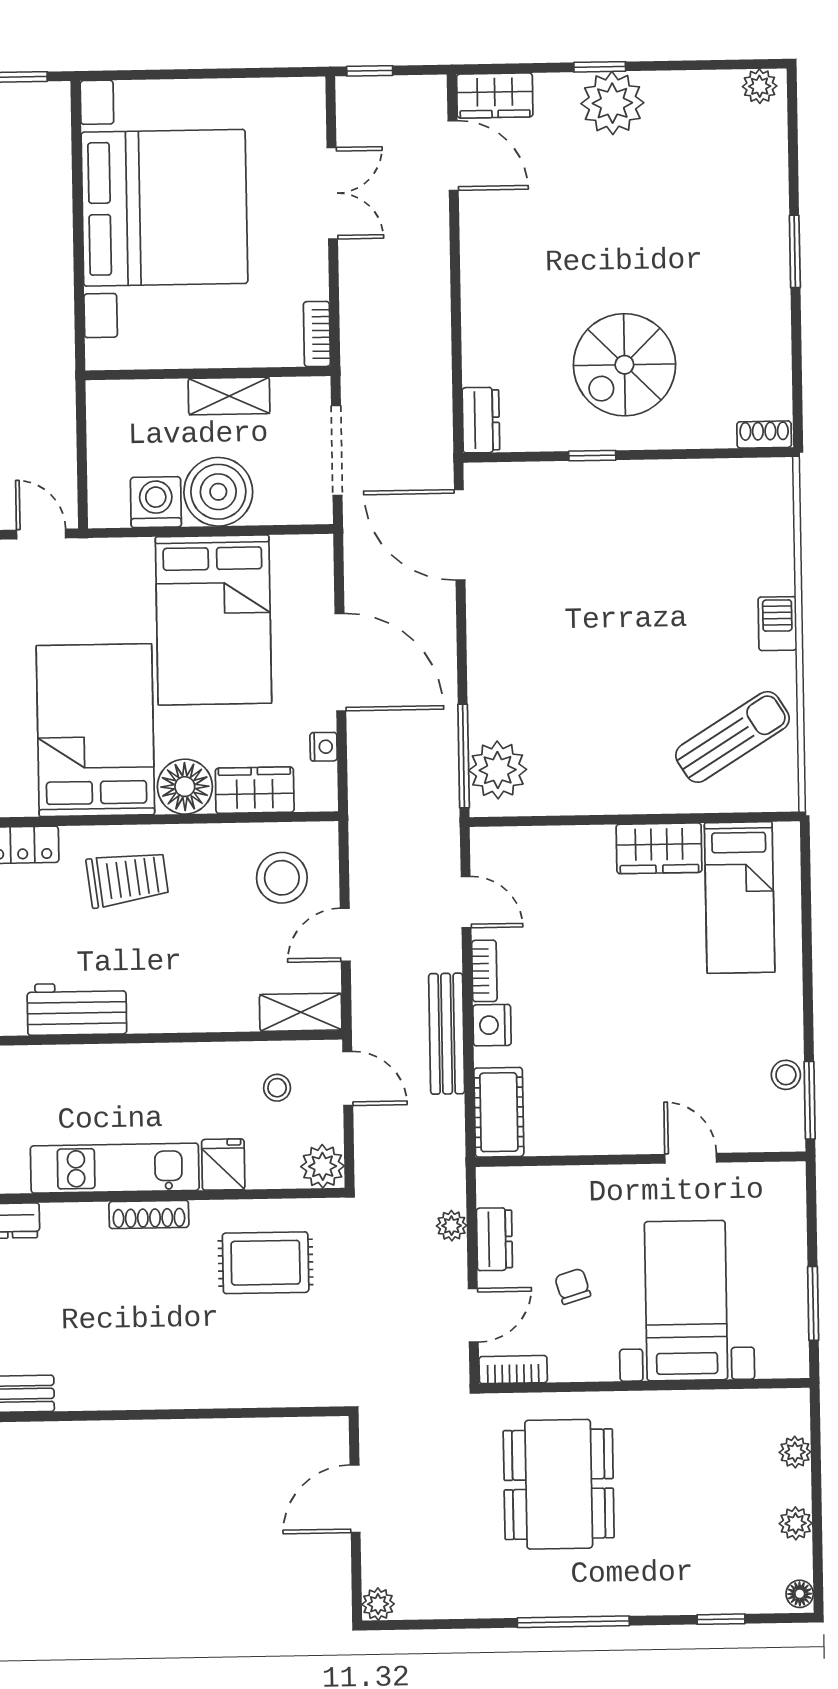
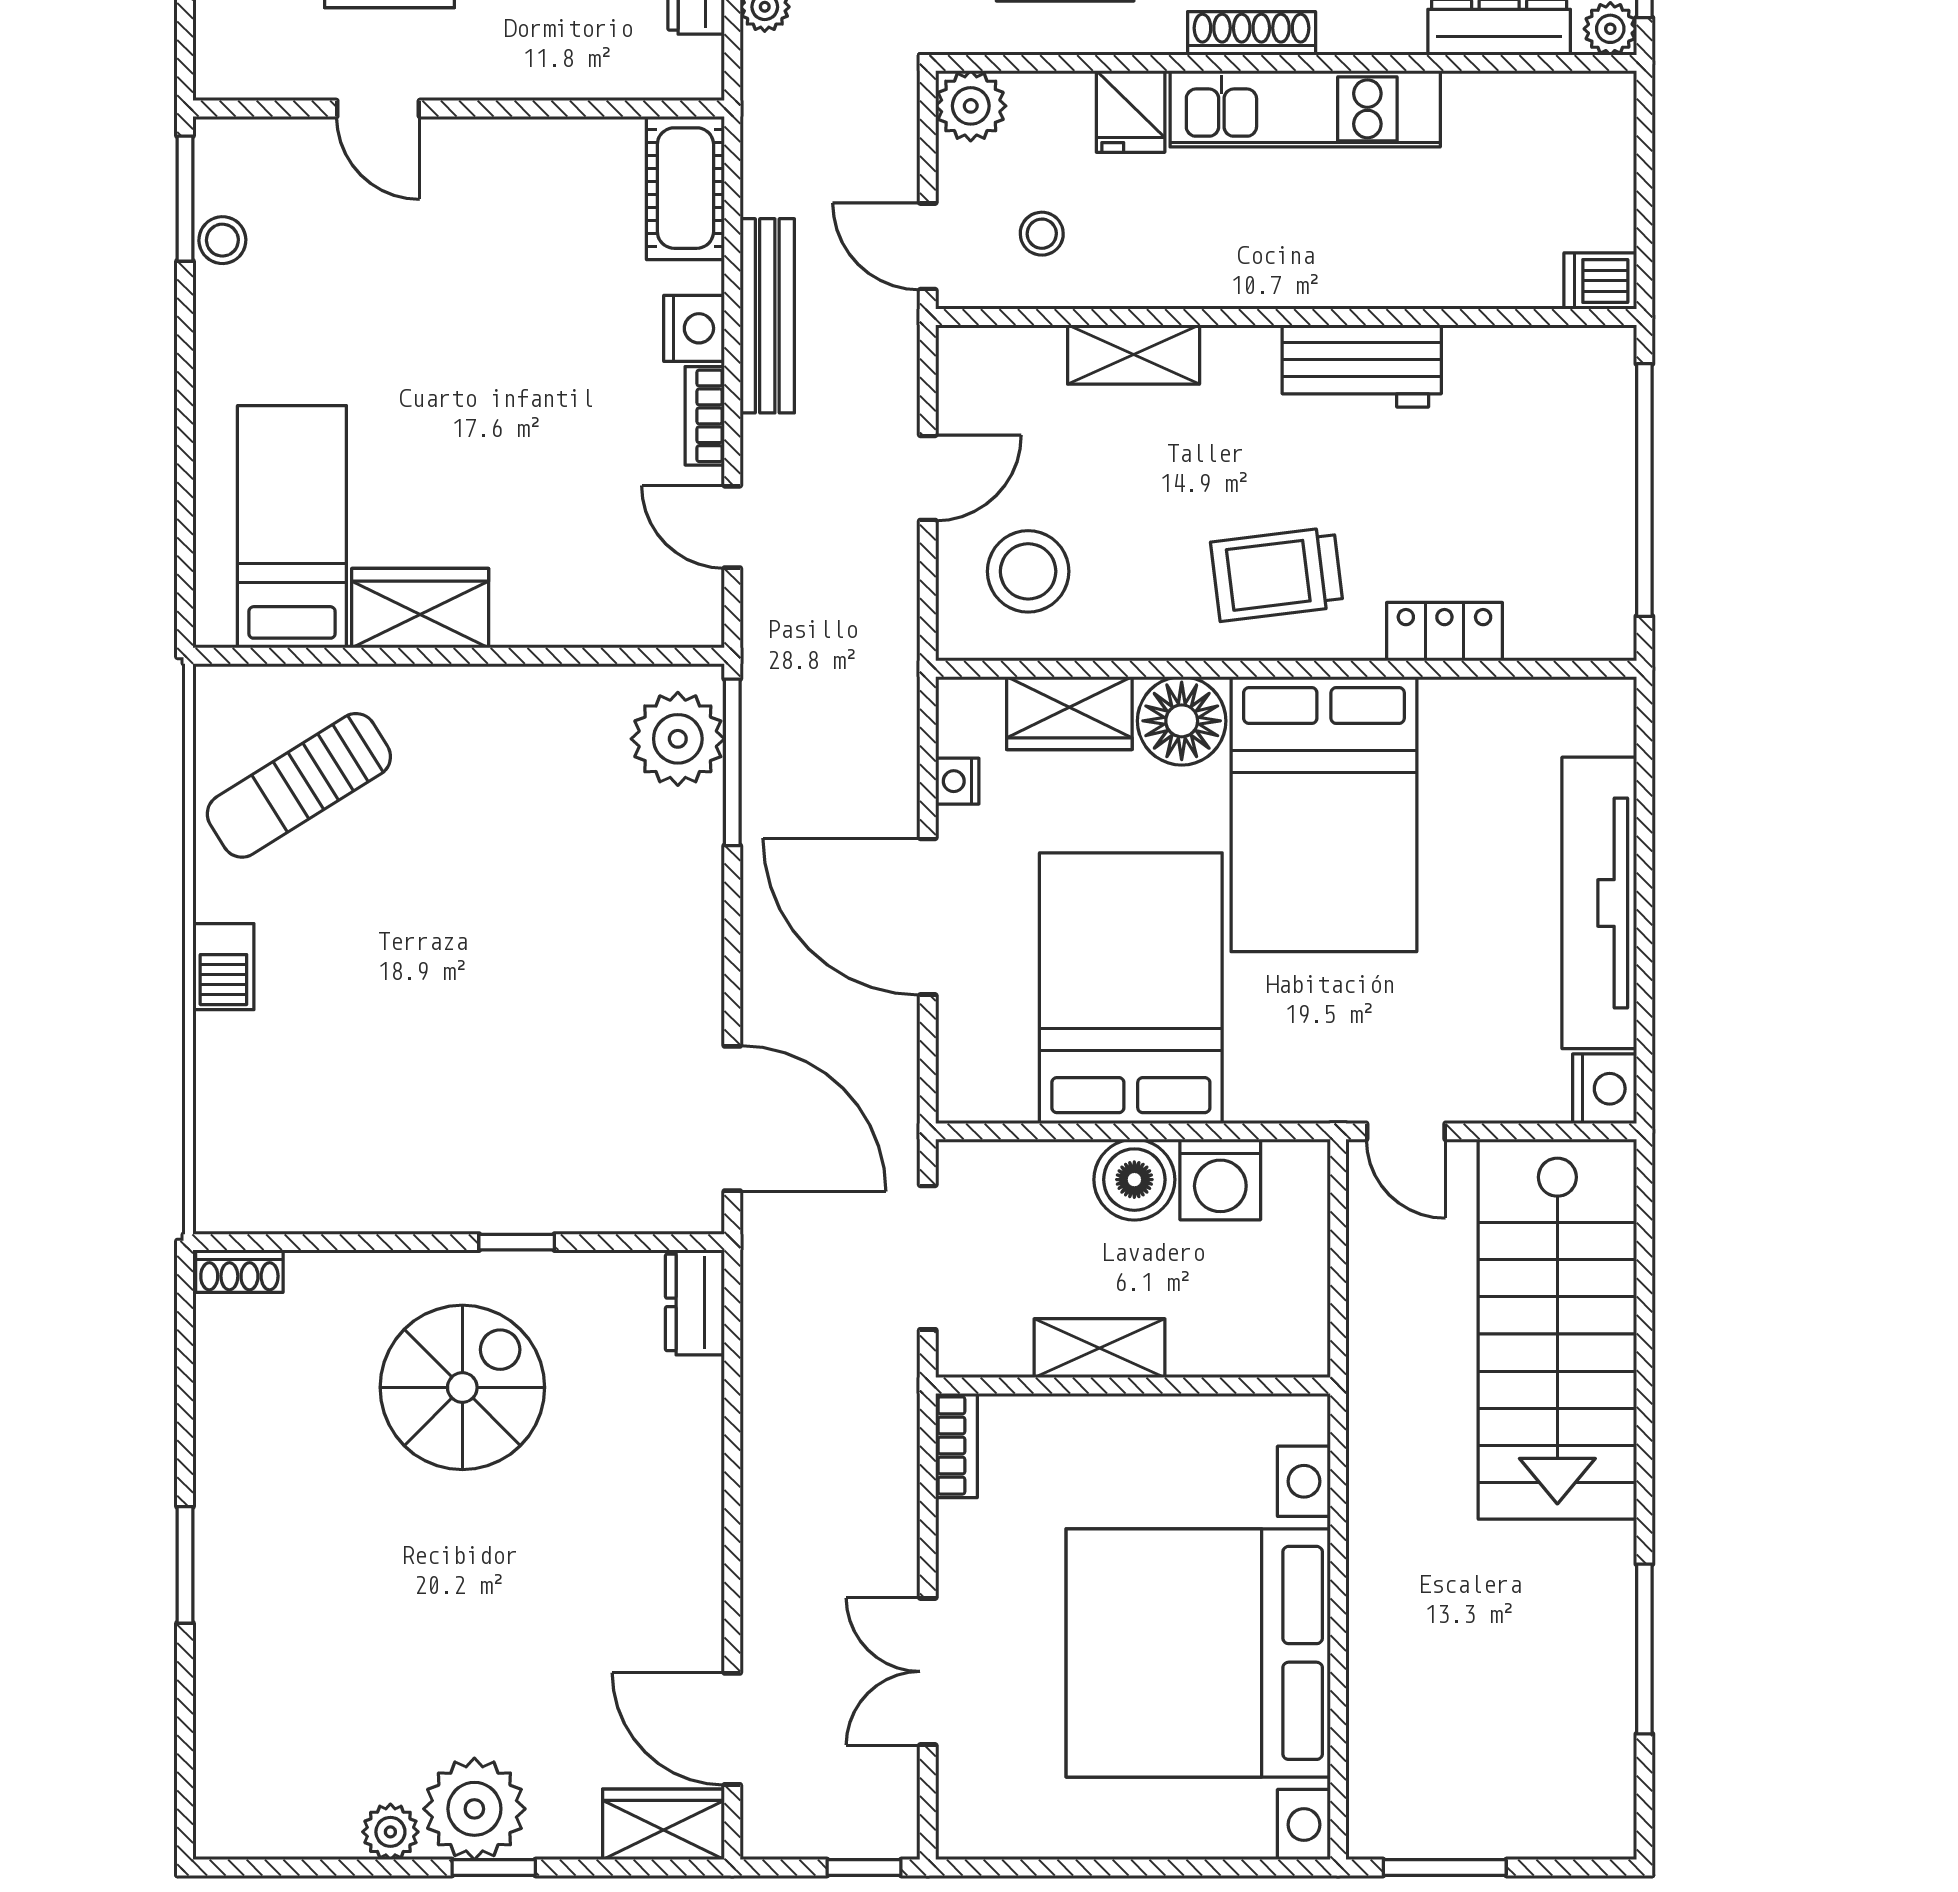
plant: (760, 86) -> (390, 1832), moved
boiler: (218, 492) -> (1134, 1180), width x0.73, depth x0.73
shelving: (301, 1012) -> (1134, 354), moved

